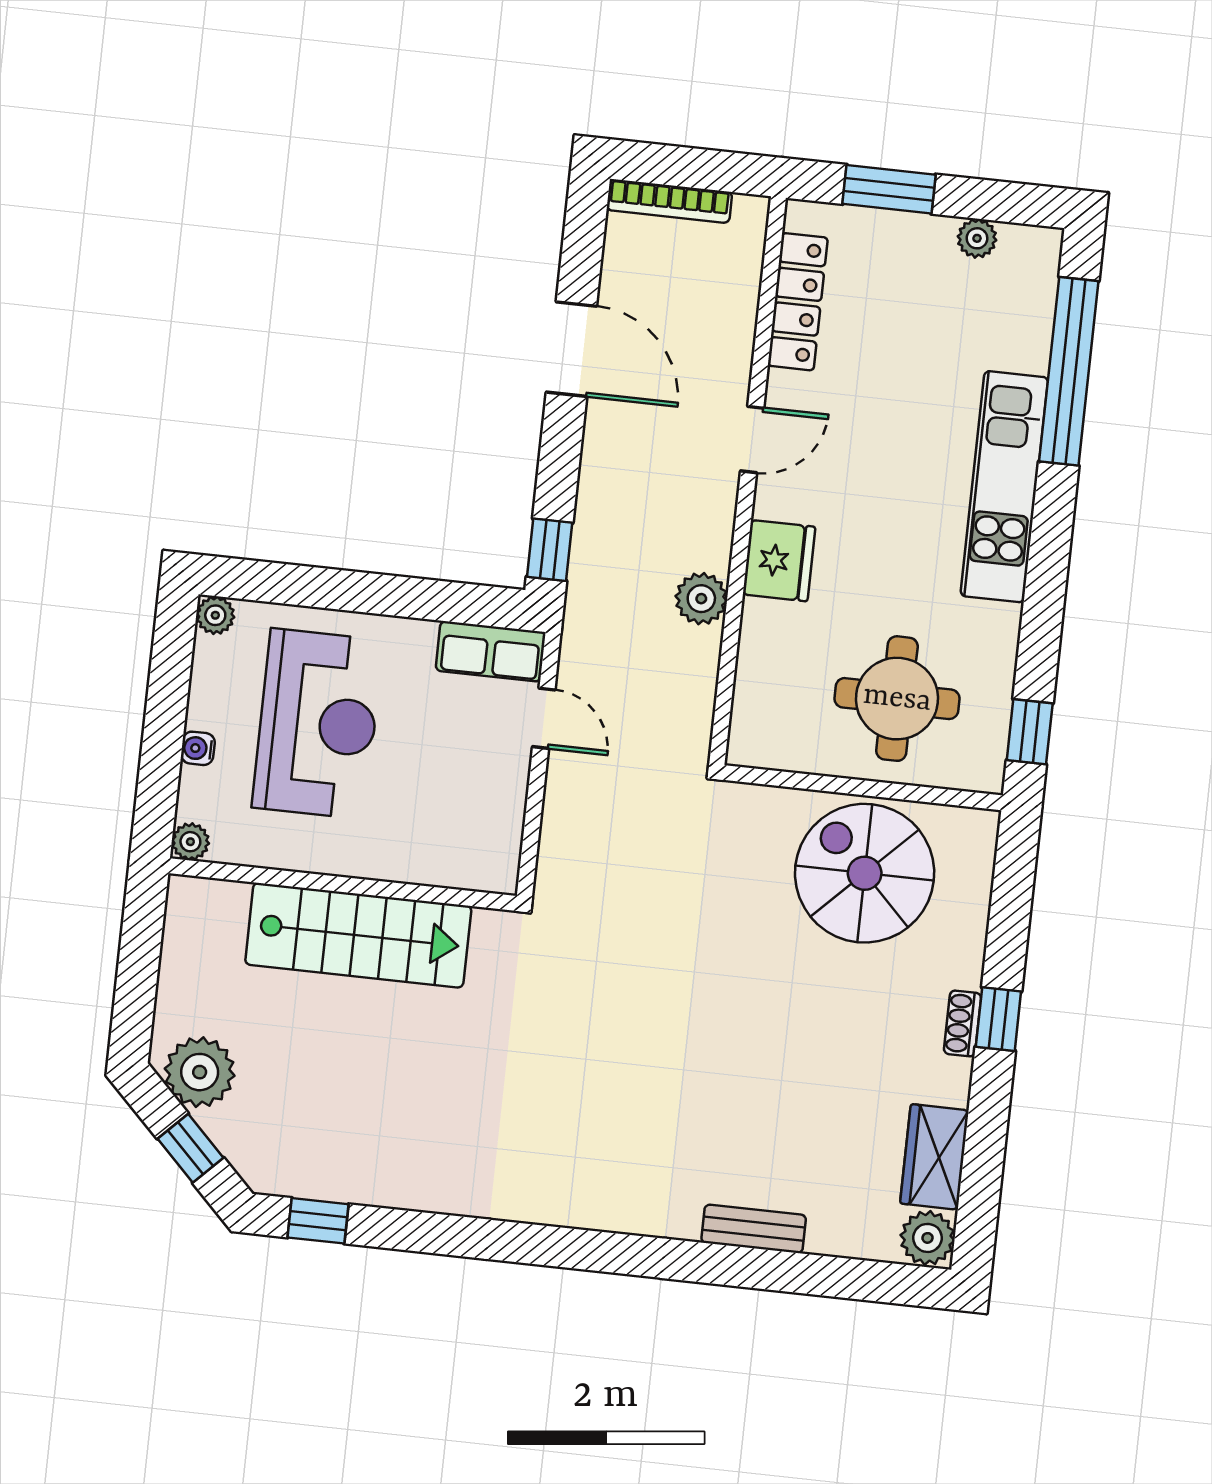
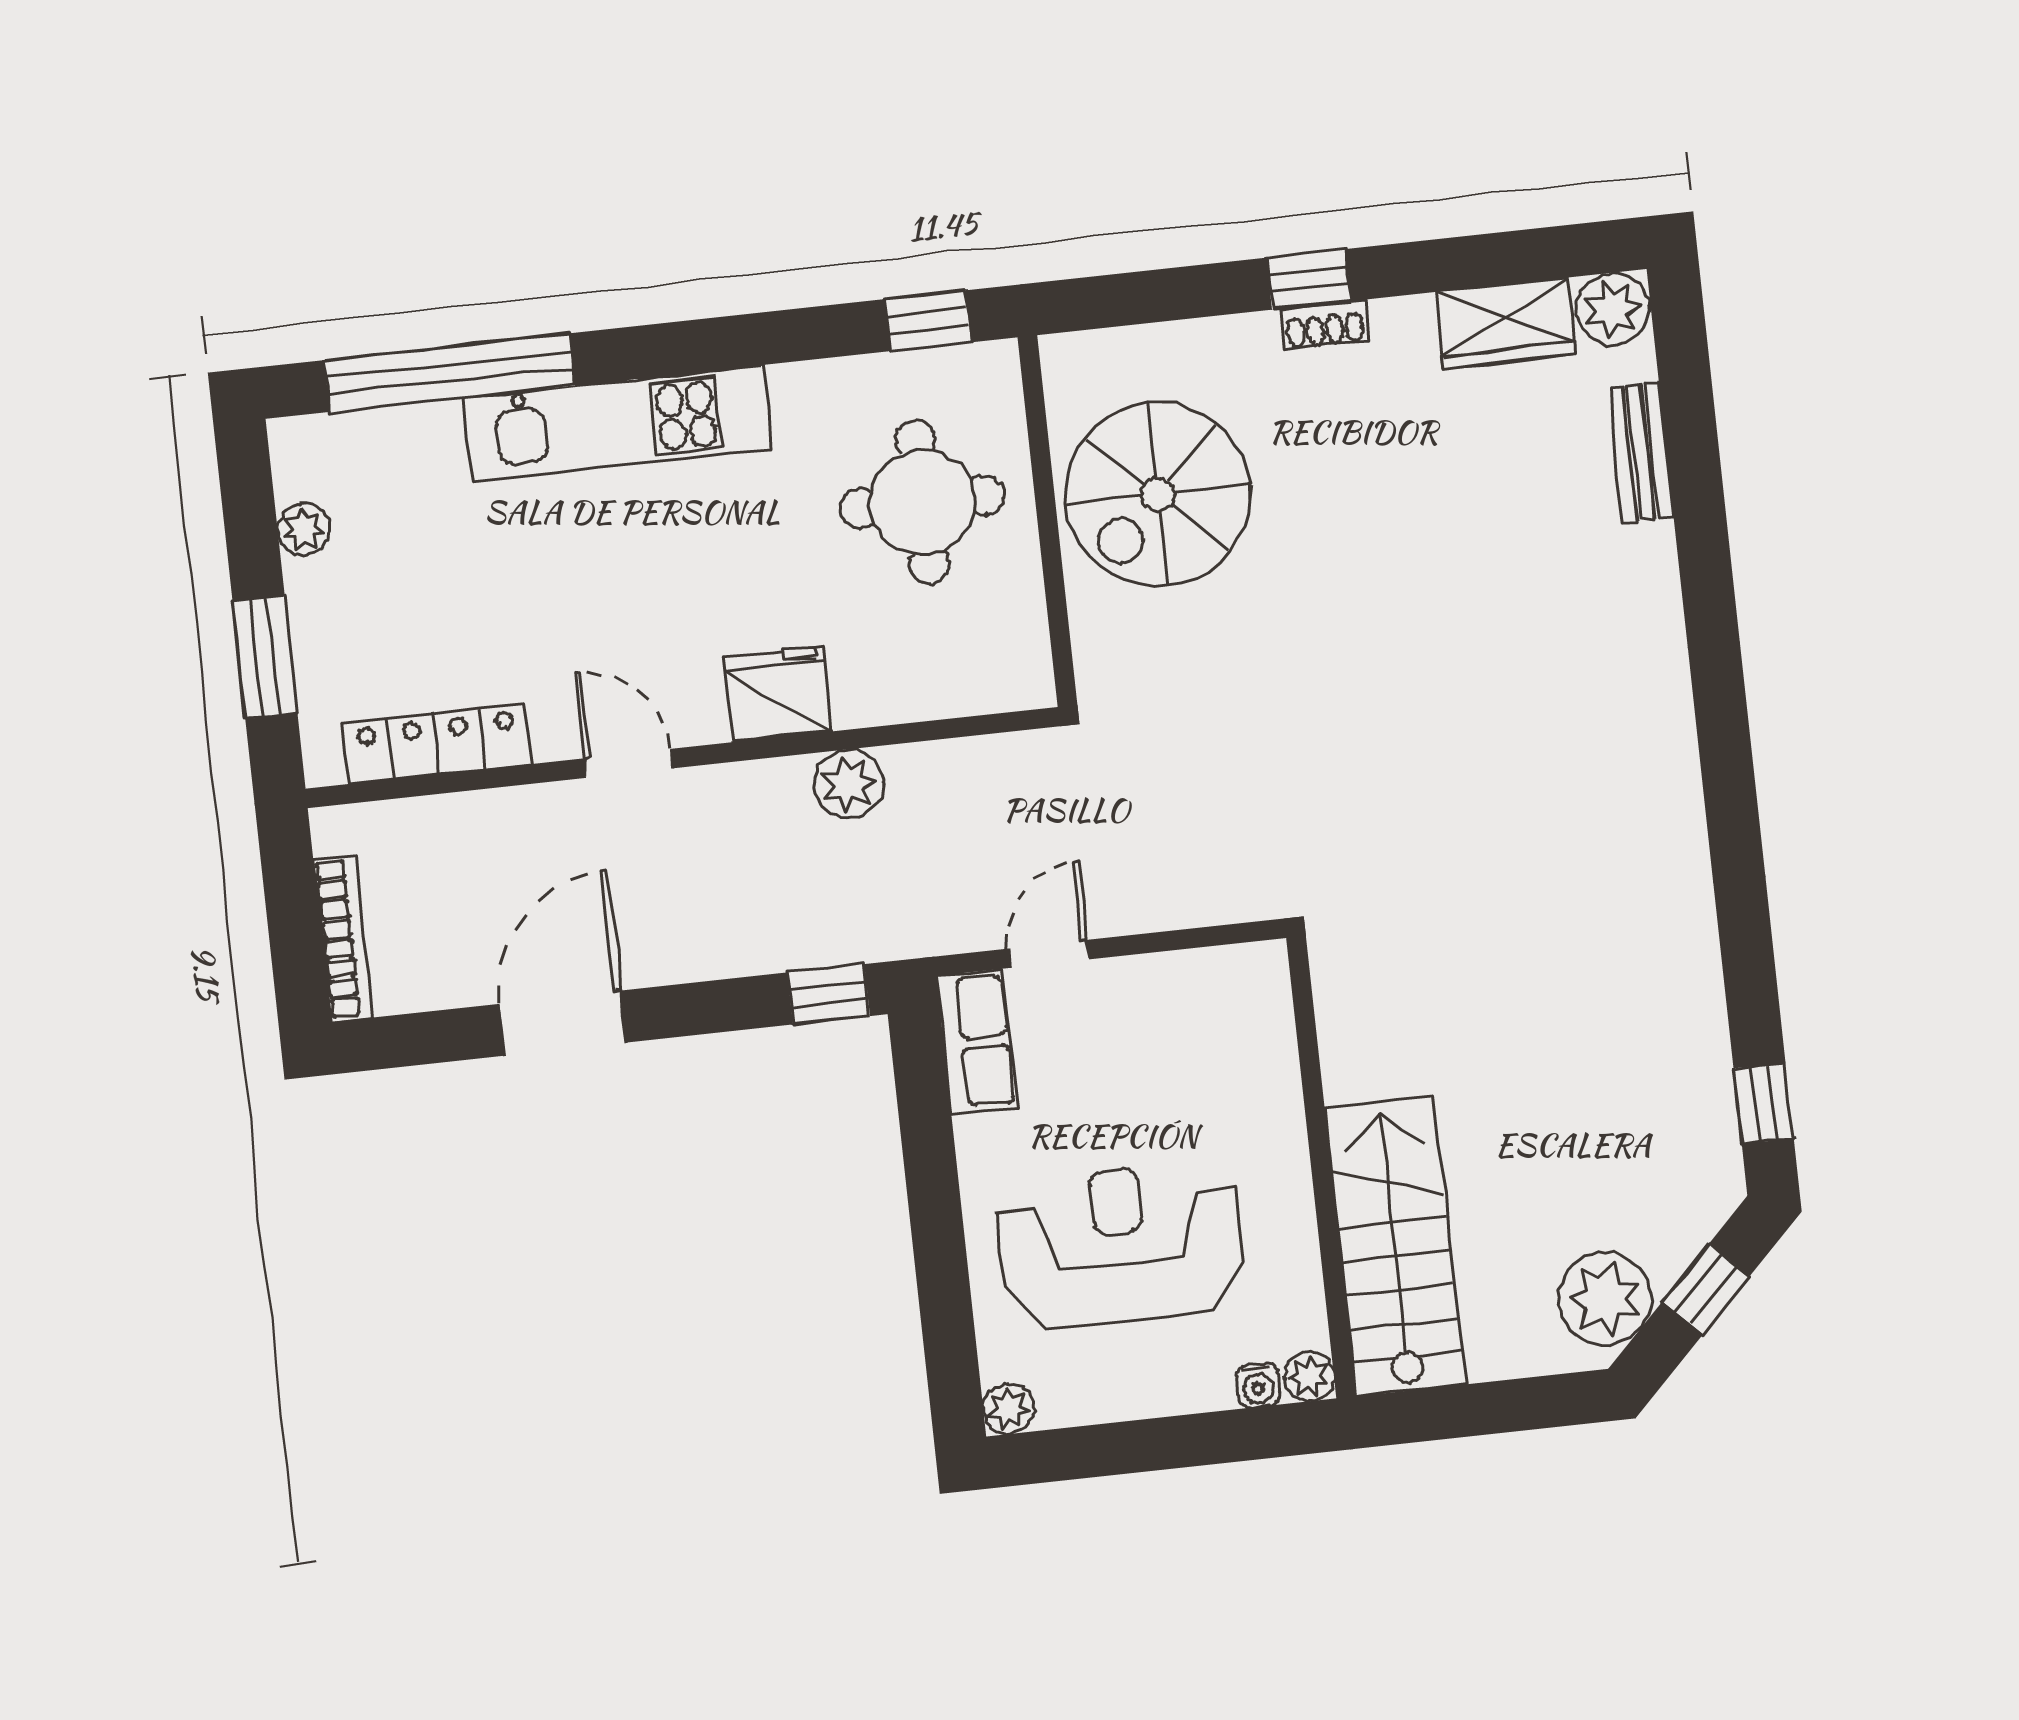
water cooler: (198, 748) -> (1258, 1385), moved
stairs: (358, 935) -> (1395, 1246), moved
bench: (754, 1229) -> (1641, 453), moved

